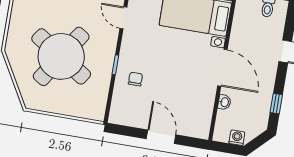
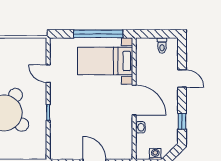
chair: (135, 79) -> (66, 121), removed

